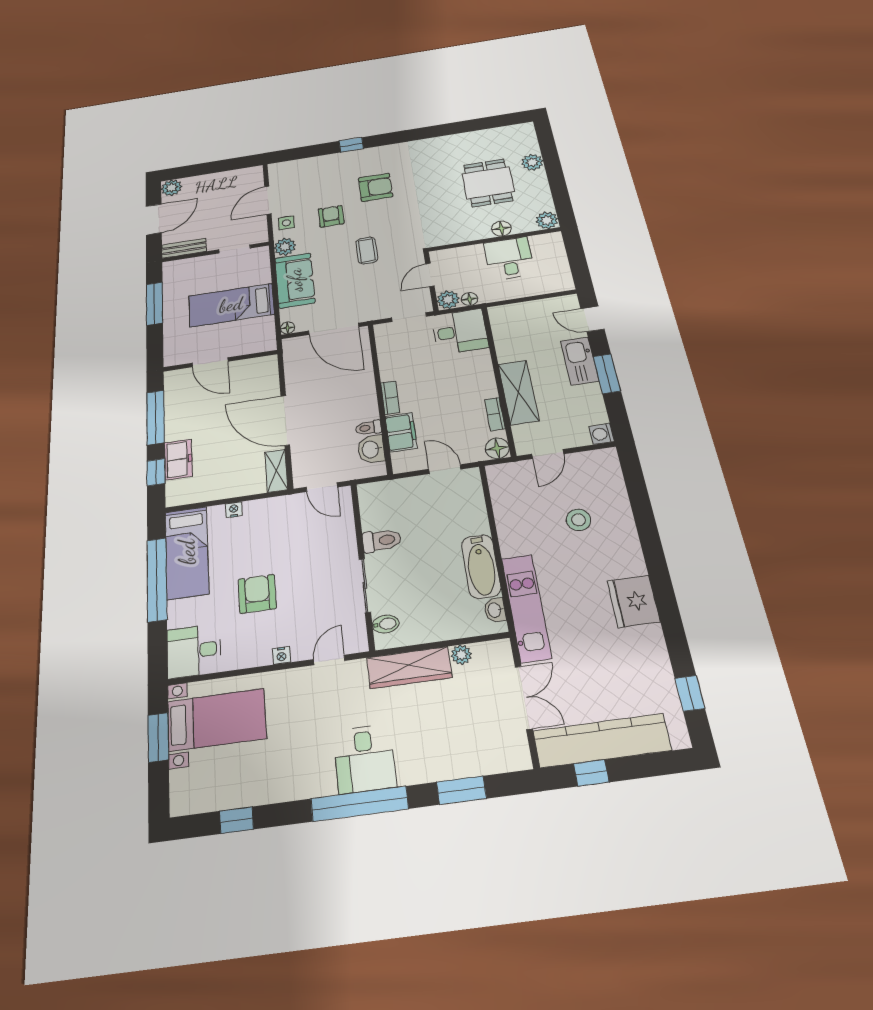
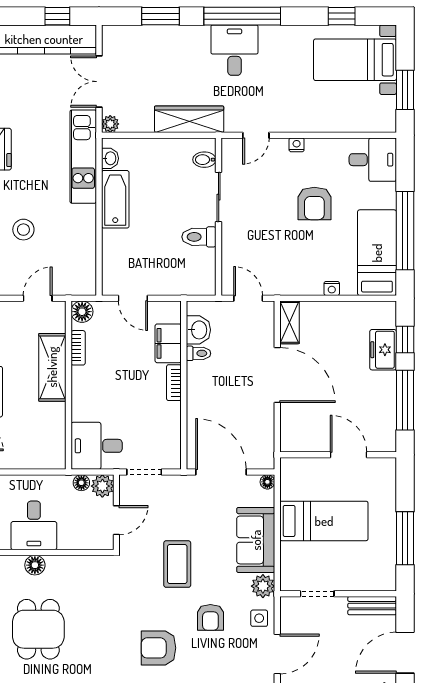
coffee table: (367, 251) -> (177, 564), width x1.36, depth x1.30
plant: (461, 655) -> (110, 124), moved
bed with nightstands: (217, 720) -> (355, 60), moved

